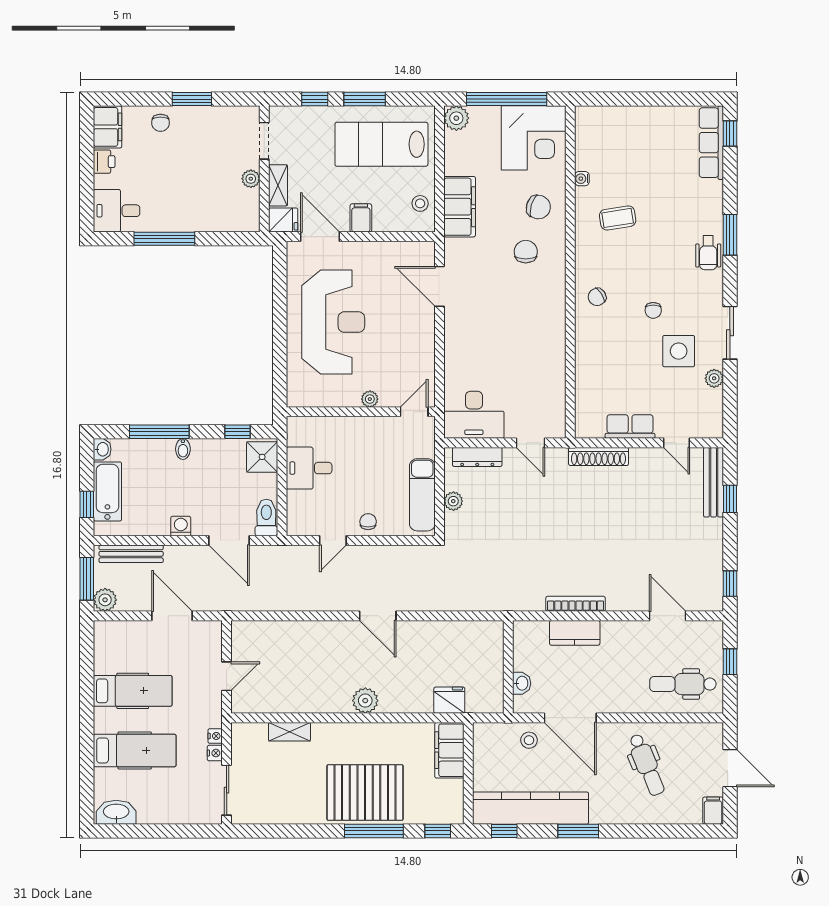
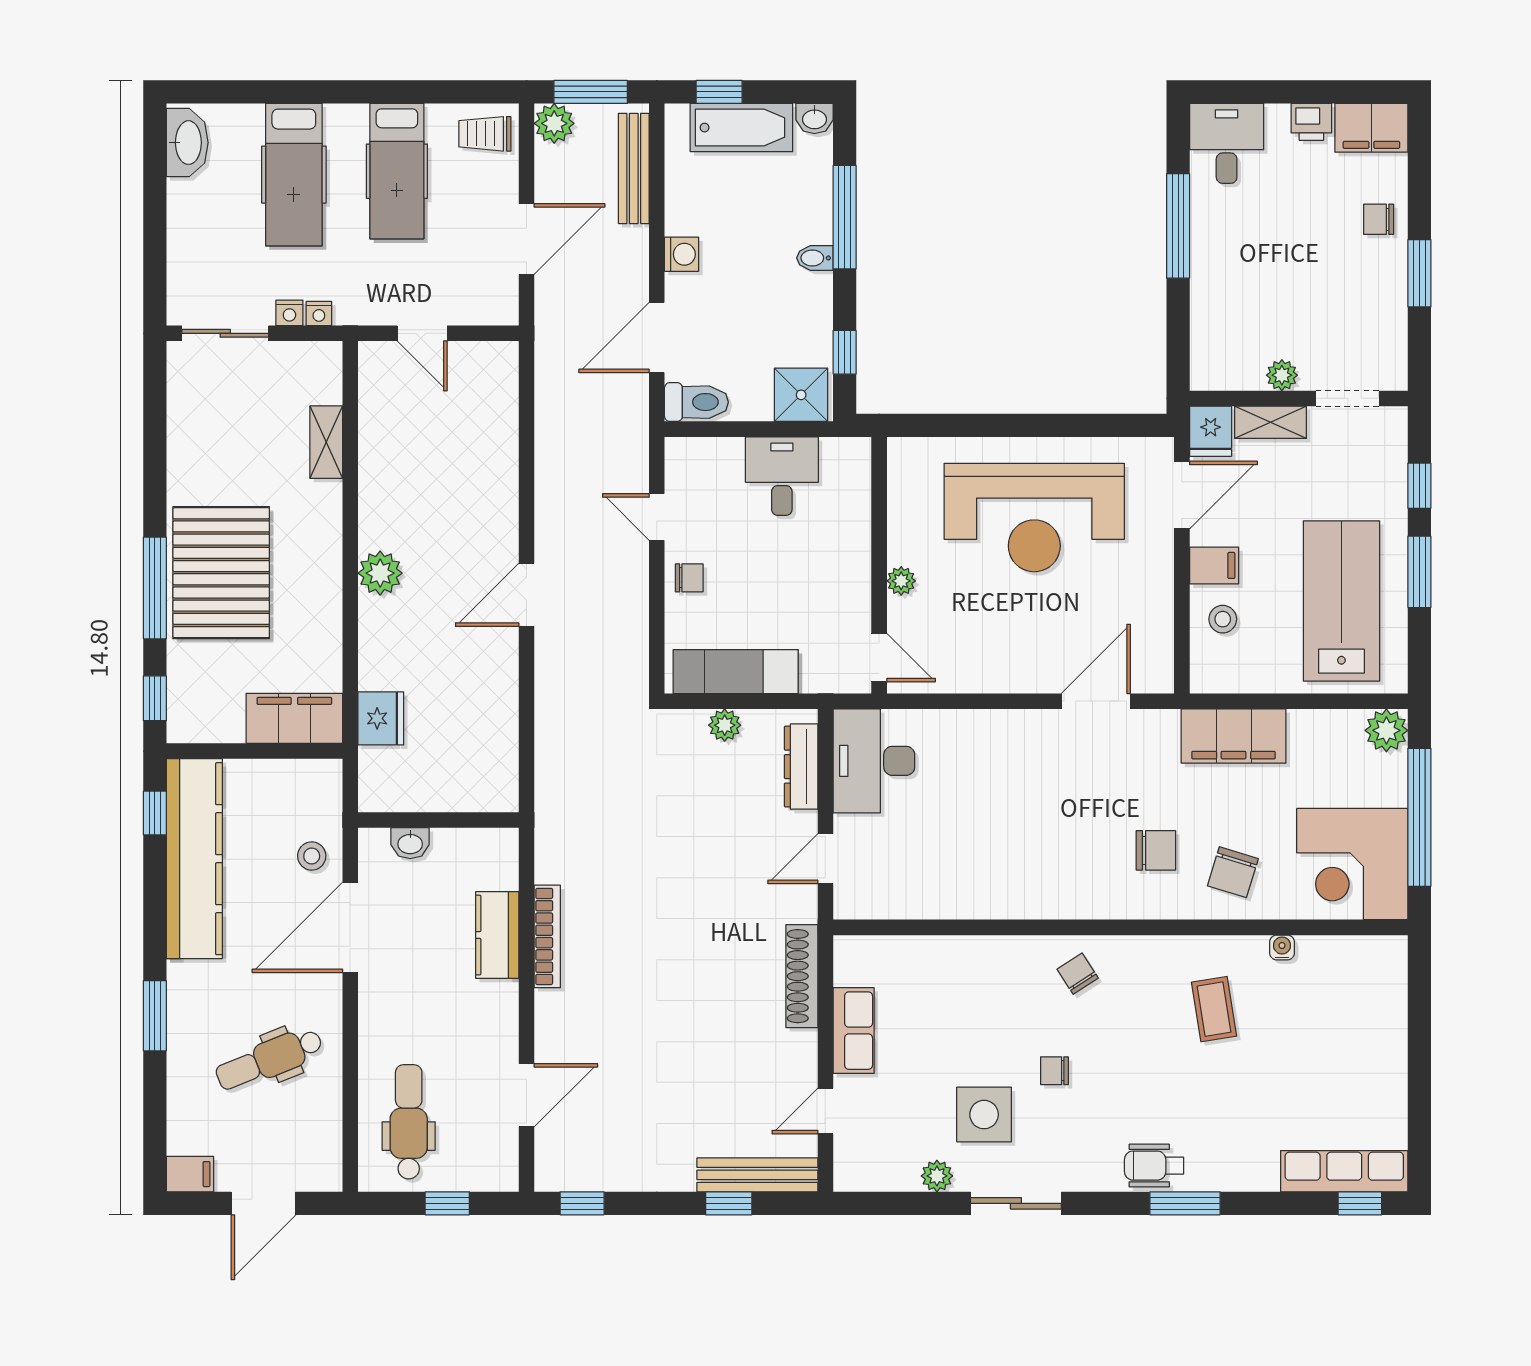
stool: (420, 203) -> (1223, 619), moved
trolley: (111, 640) -> (485, 134), added
window: (578, 831) -> (155, 1016), moved

